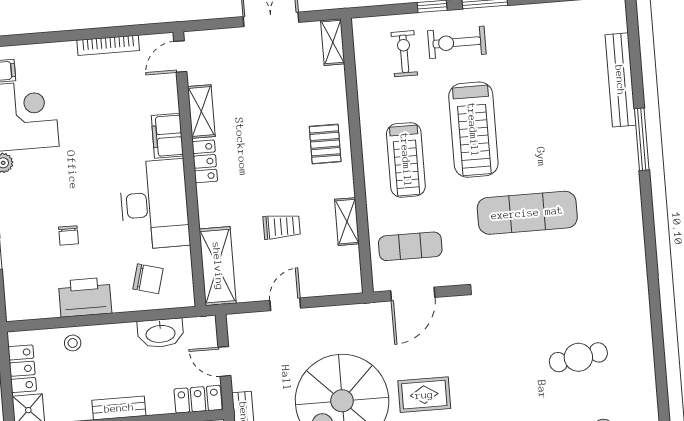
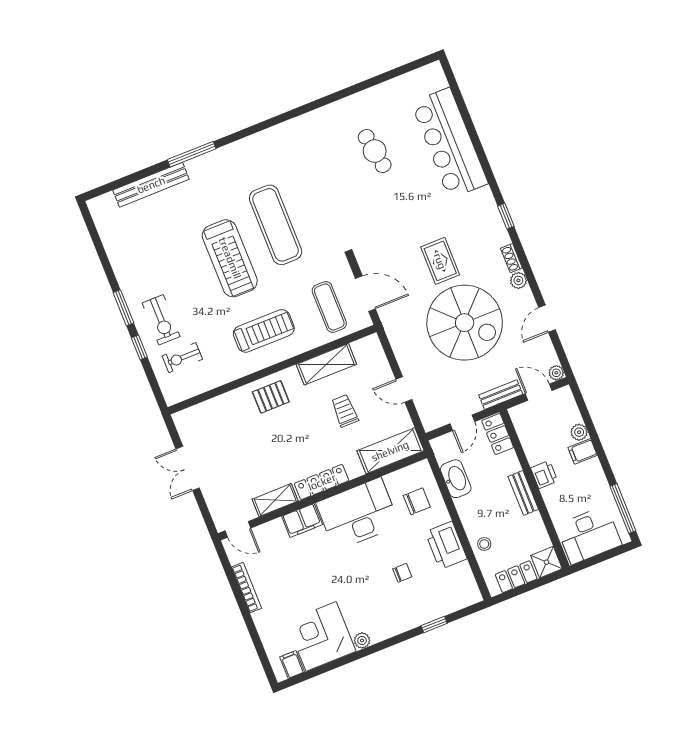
shelving: (333, 42) -> (190, 415), removed
treadmill: (473, 130) -> (230, 258), moved, turned 90
locker: (205, 161) -> (322, 482), width x1.53
shelving: (347, 222) -> (326, 364), width x1.50, depth x1.33
chair: (148, 279) -> (417, 501), turned 75

